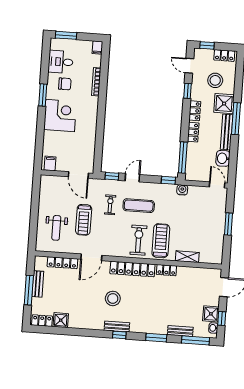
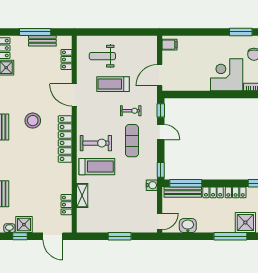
corner desk: (60, 116) -> (227, 75), moved, turned 180
bench: (227, 132) -> (183, 192), moved
locker: (62, 263) -> (66, 59), width x0.66
locker: (166, 270) -> (66, 205), moved

